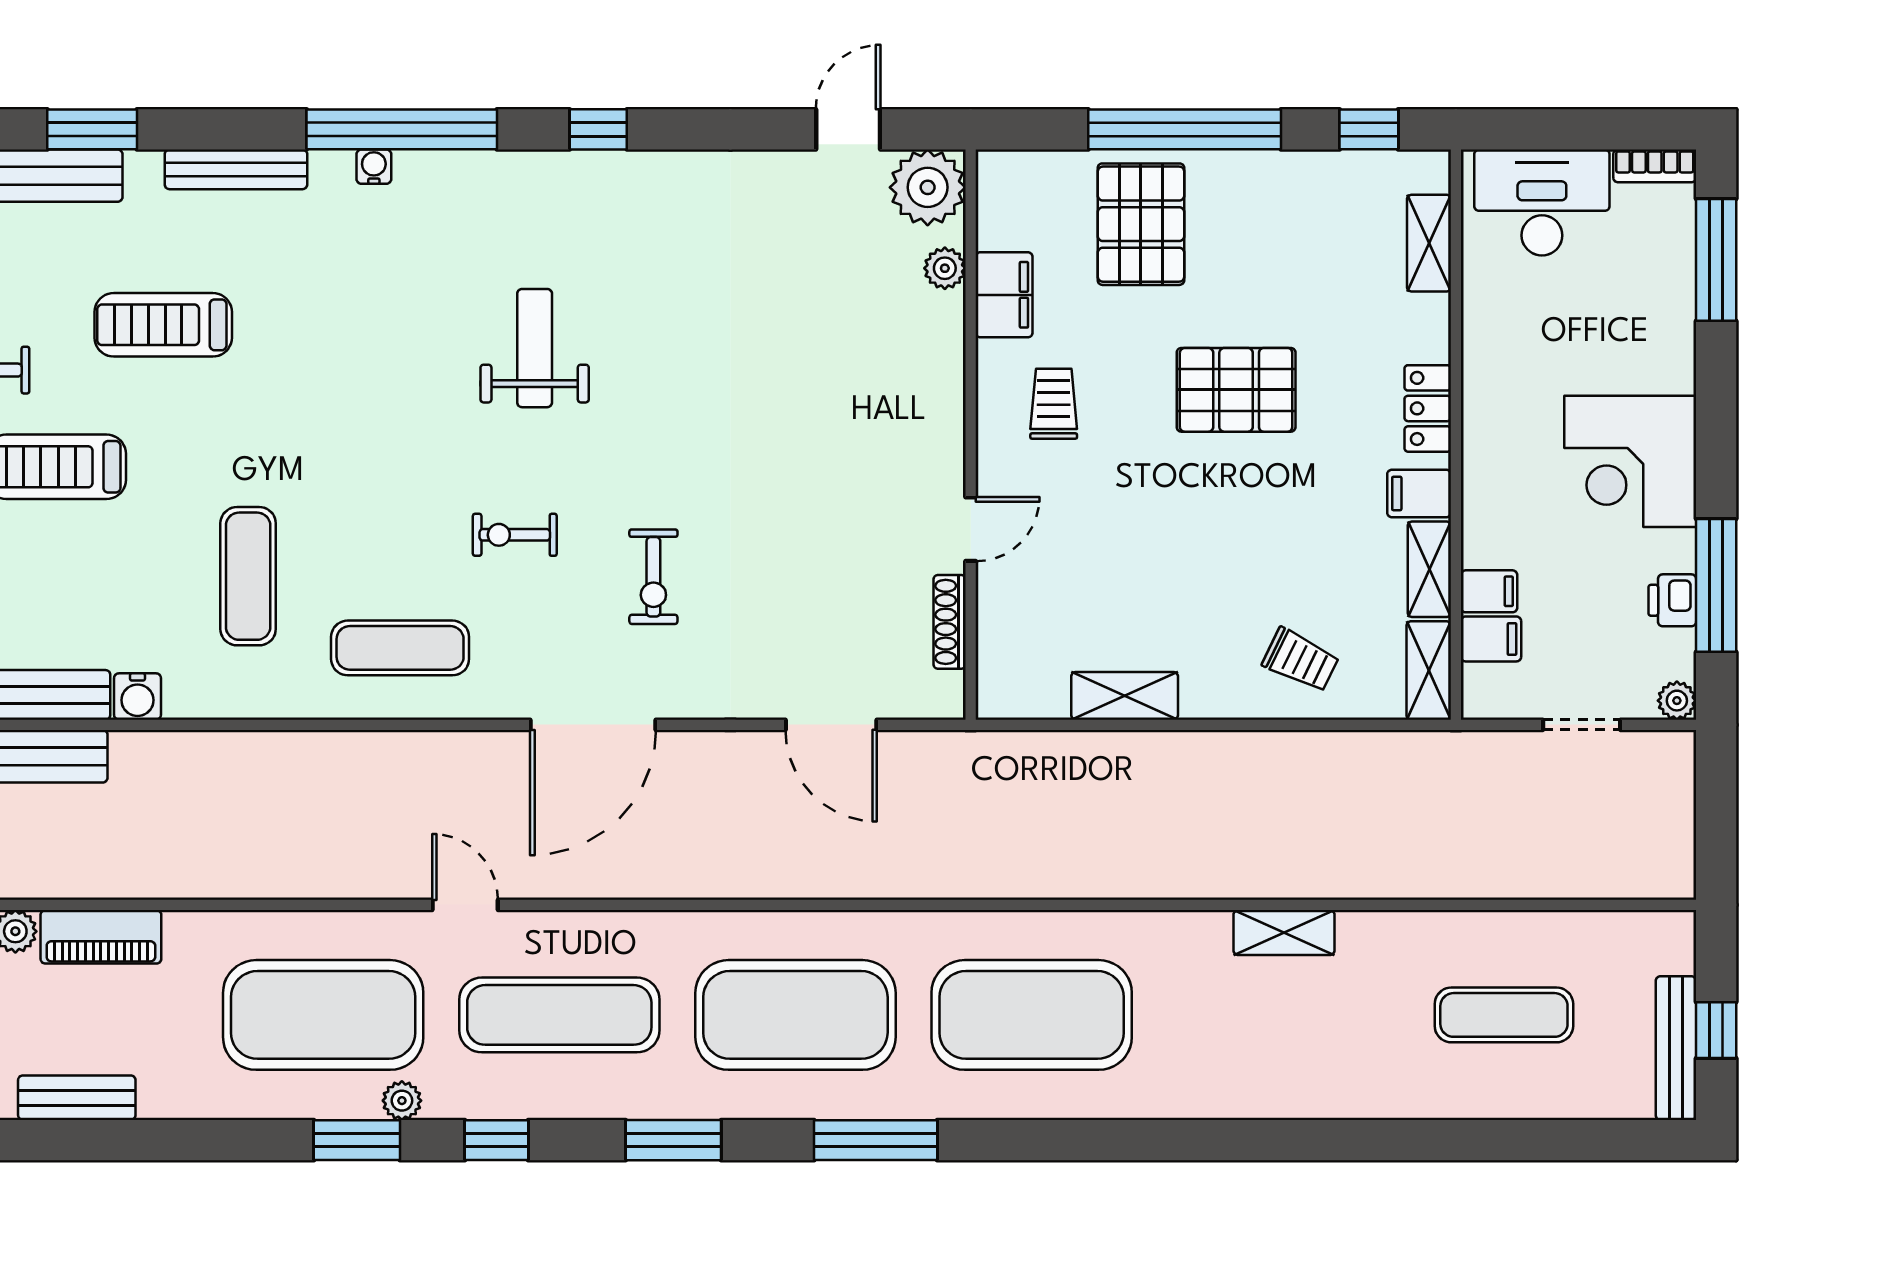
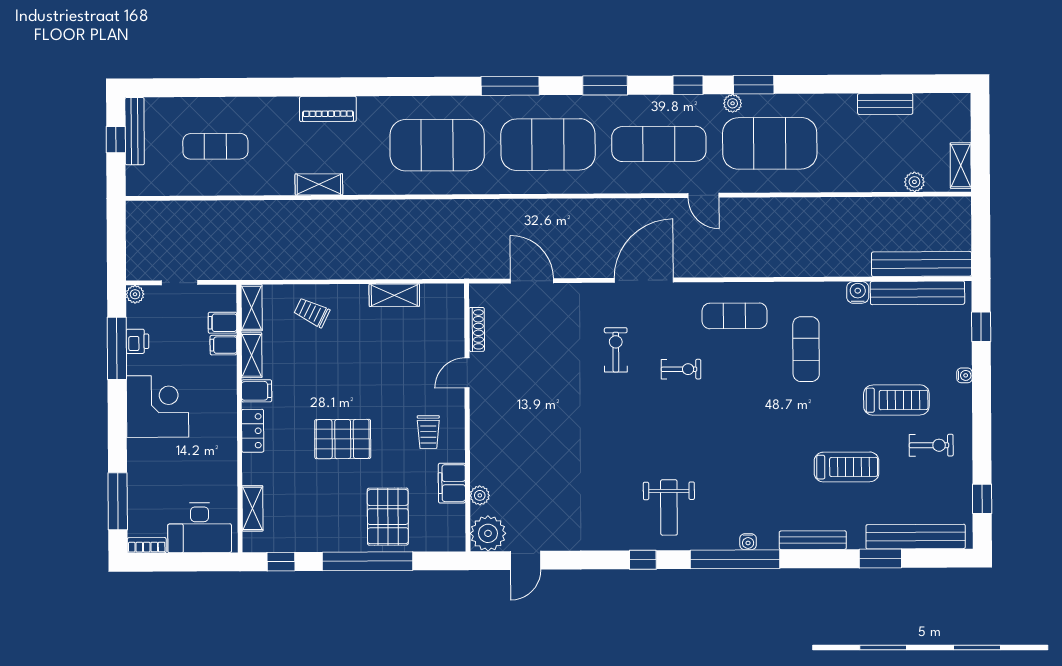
weight bench: (535, 348) -> (669, 507), moved
piano: (101, 937) -> (328, 109), moved, turned 180

